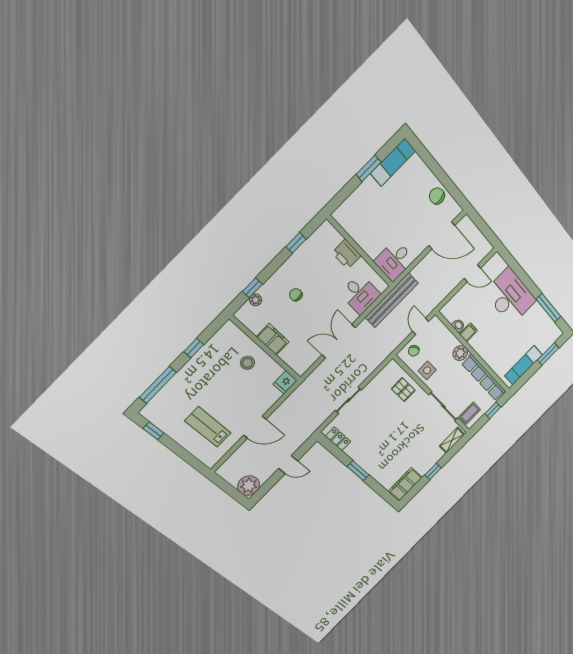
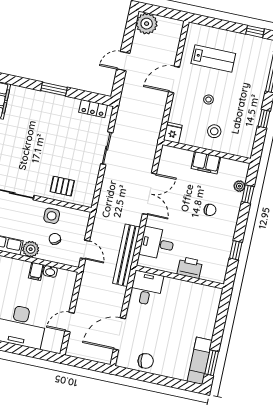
window: (369, 168) -> (212, 363), moved
chair: (414, 351) -> (55, 239), moved
stool: (235, 394) -> (209, 100), added

